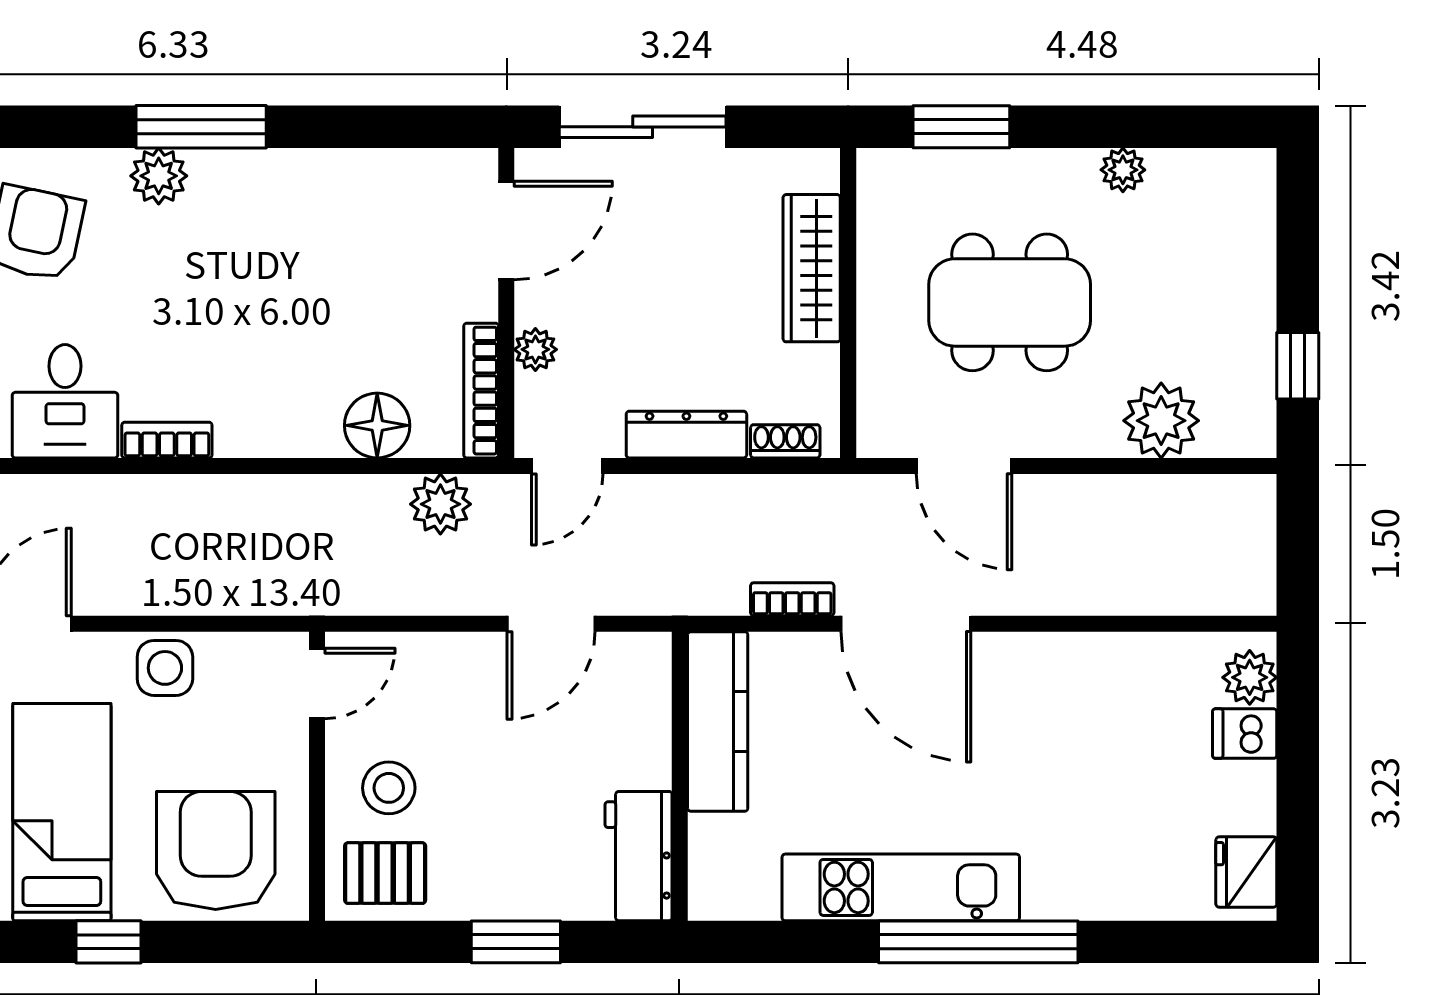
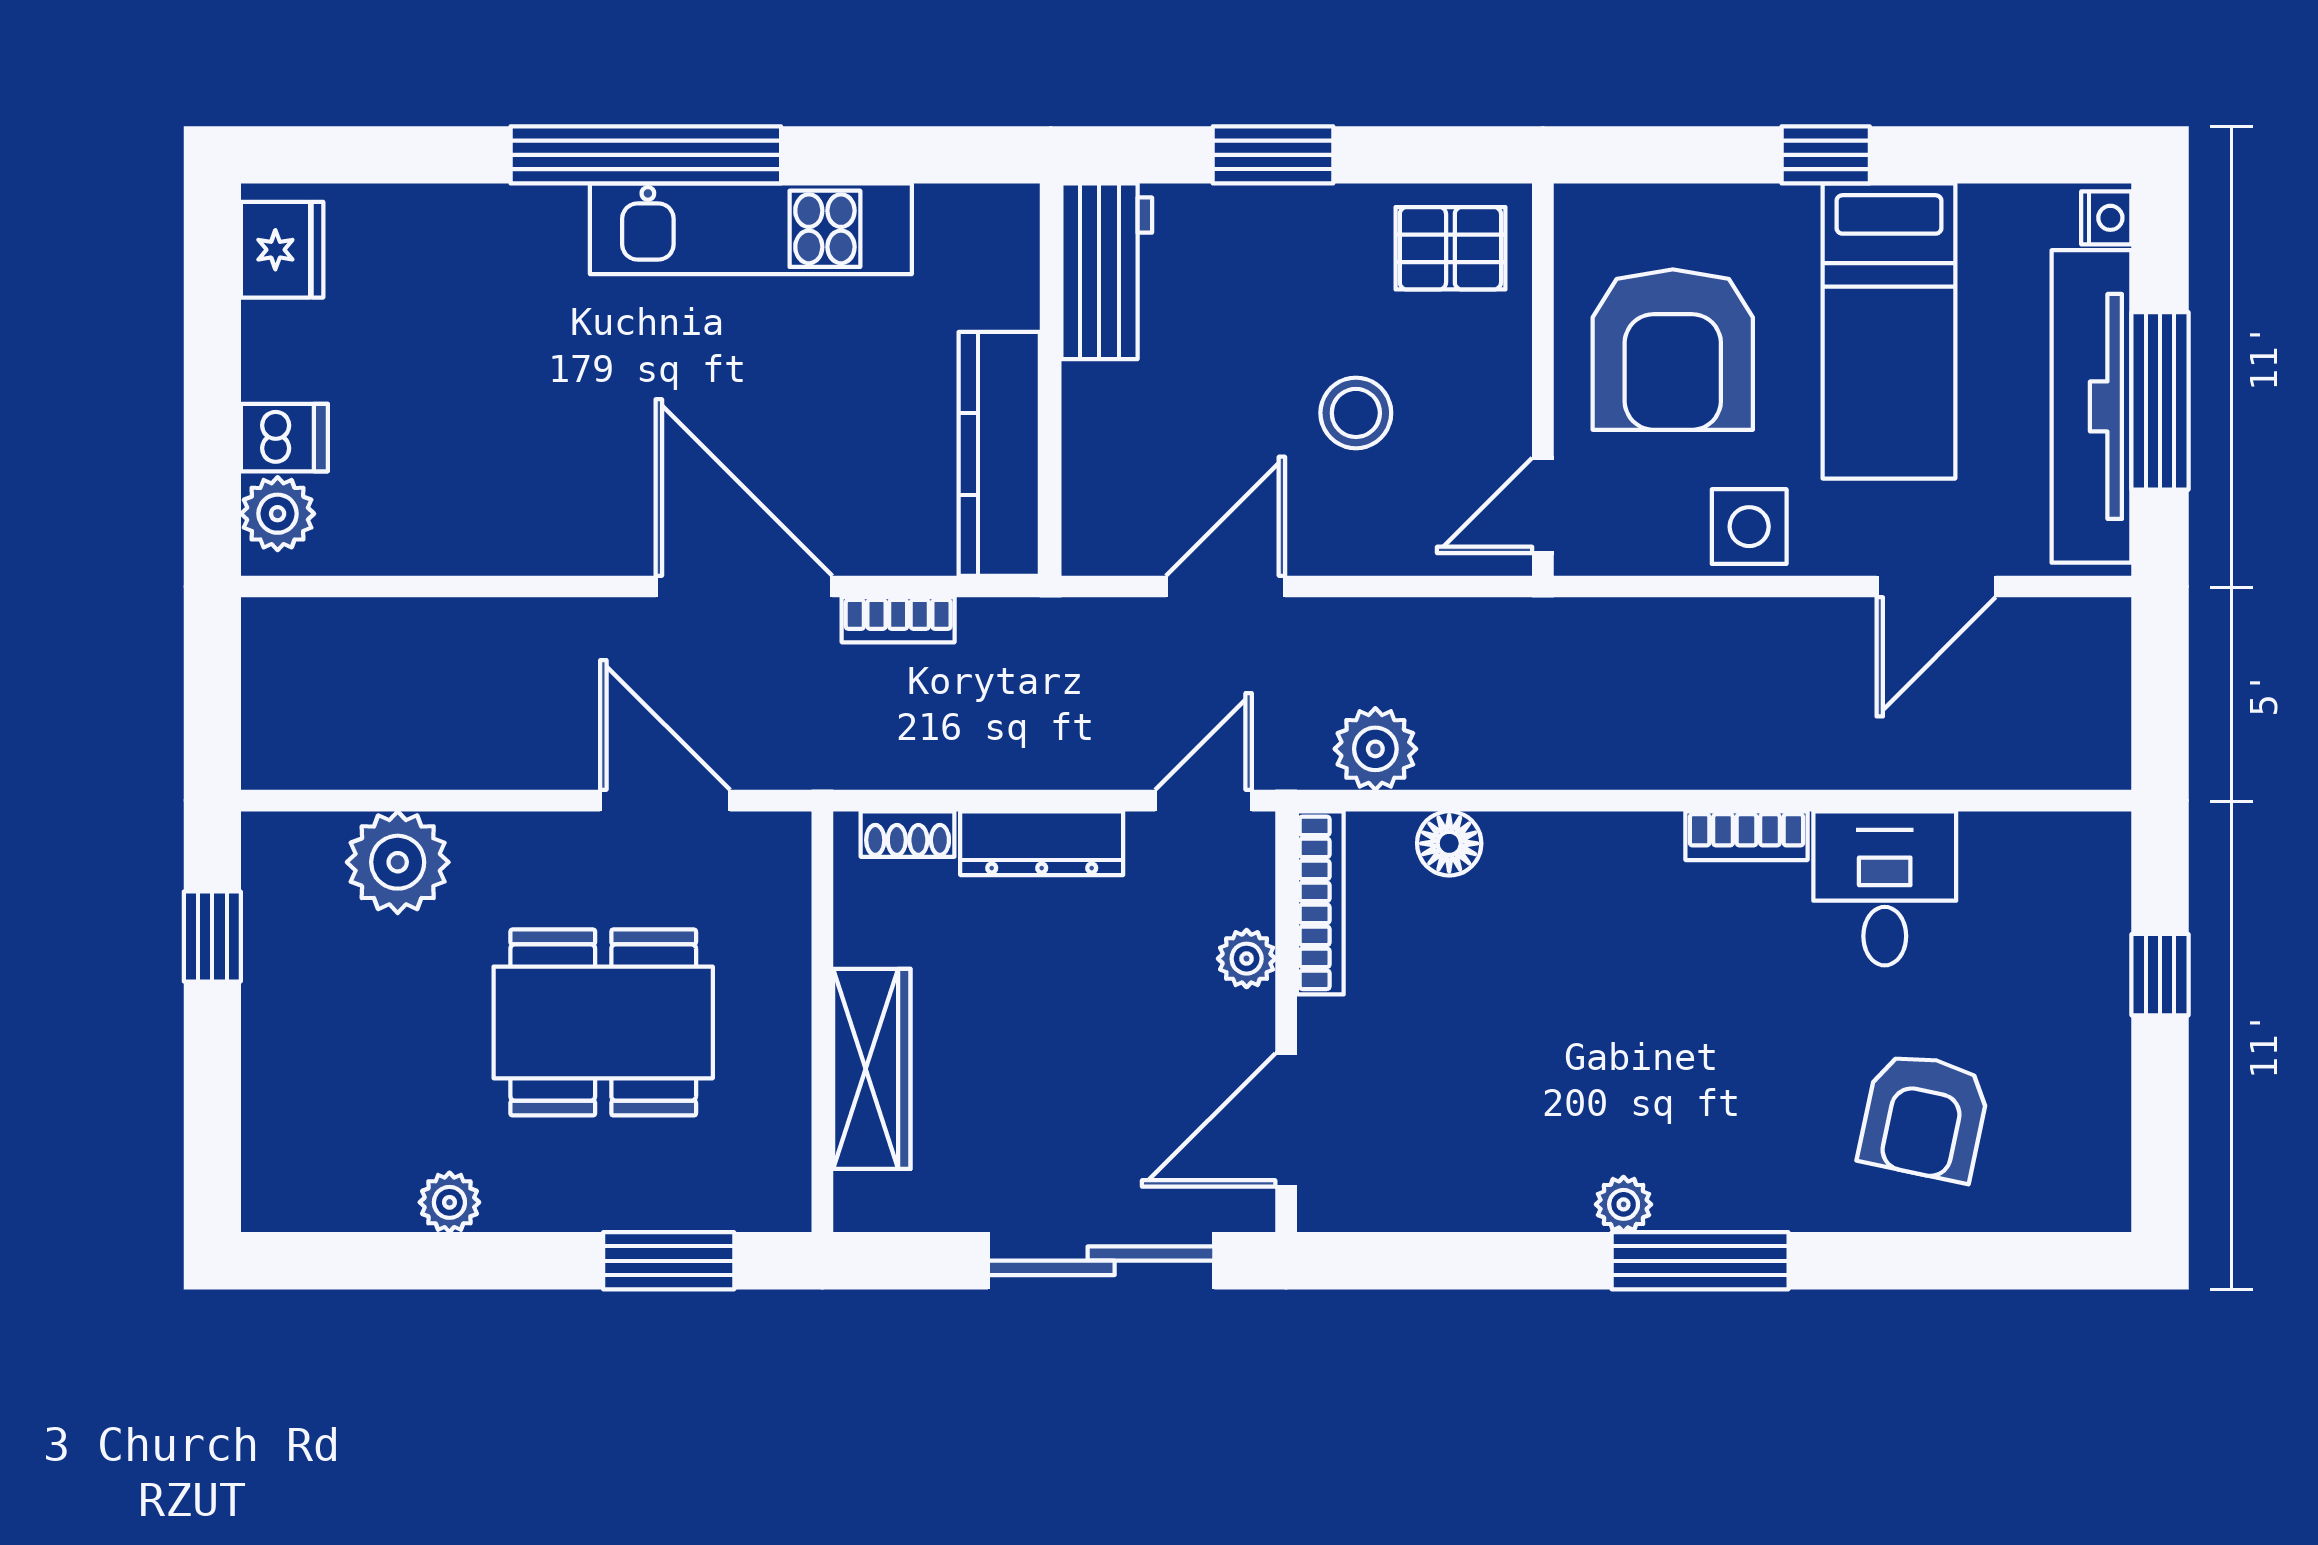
plant: (159, 176) -> (1624, 1204), moved, width x0.73, depth x0.73
floor lamp: (377, 425) -> (1449, 843), width x0.73, depth x0.73
stool: (389, 788) -> (1356, 413), moved
armchair: (216, 850) -> (1673, 350), moved

